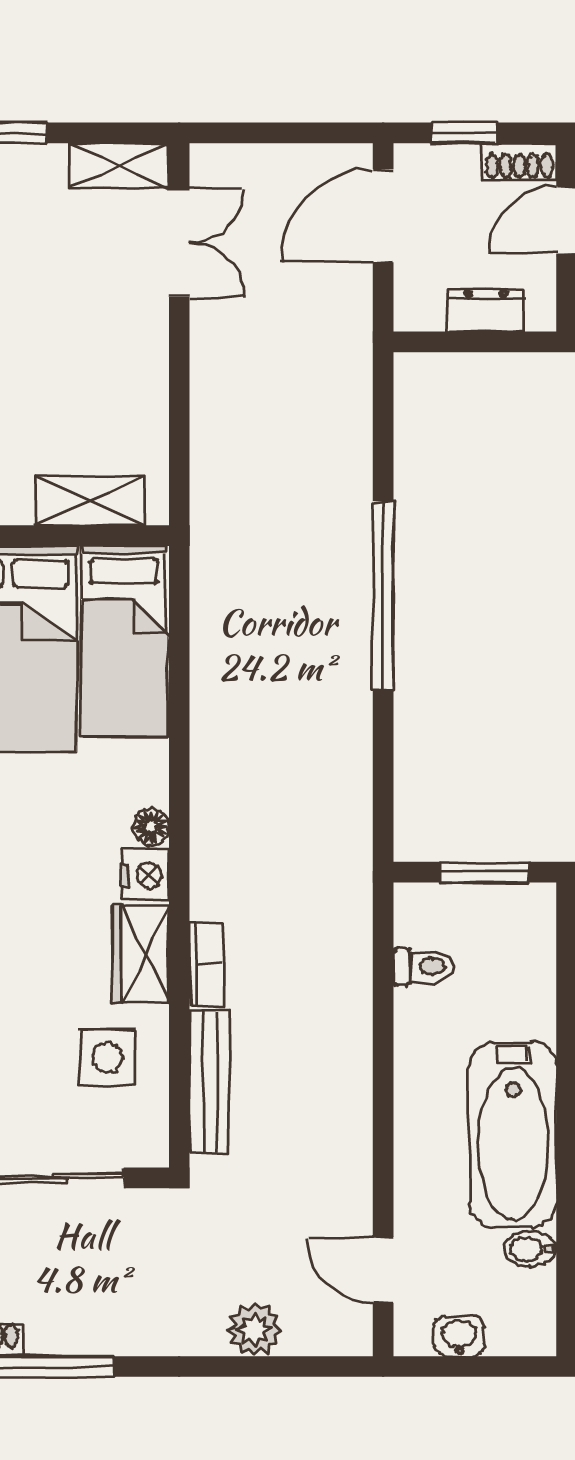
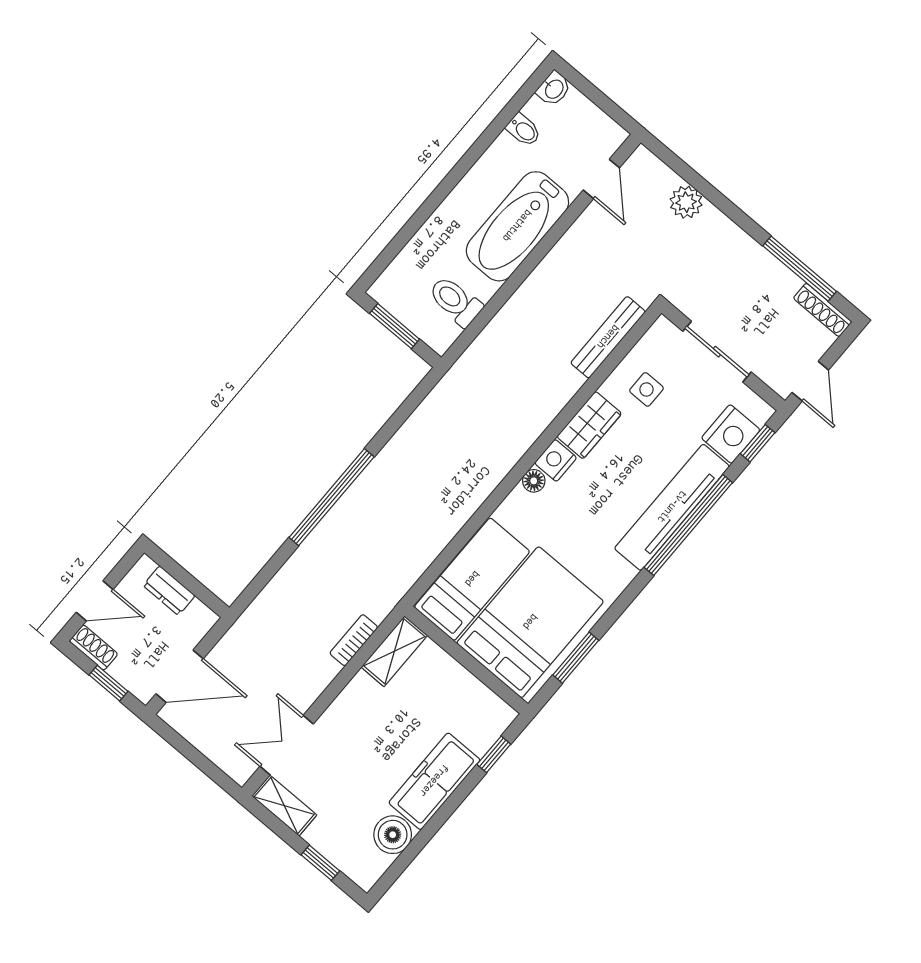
shelving: (90, 501) -> (394, 651), moved, turned 90
bookcase: (206, 964) -> (354, 640), moved
toilet: (424, 966) -> (455, 301), width x1.37, depth x1.39
side table: (107, 1057) -> (646, 389), width x0.73, depth x0.73
bathtub: (513, 1134) -> (517, 226), moved, turned 180
washbasin: (459, 1336) -> (554, 89), moved, turned -90

